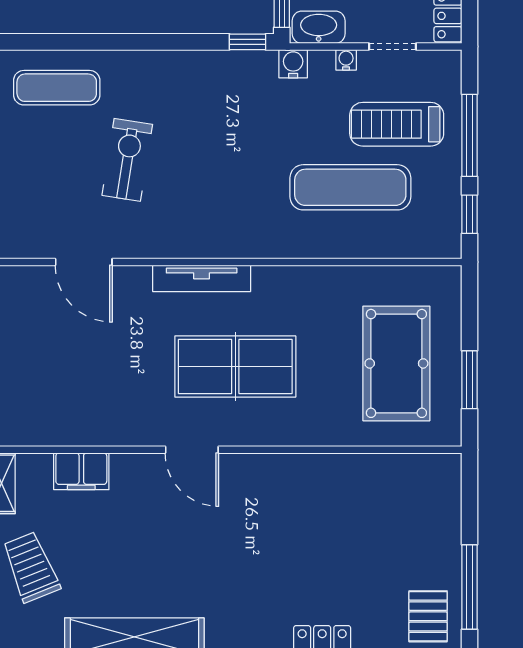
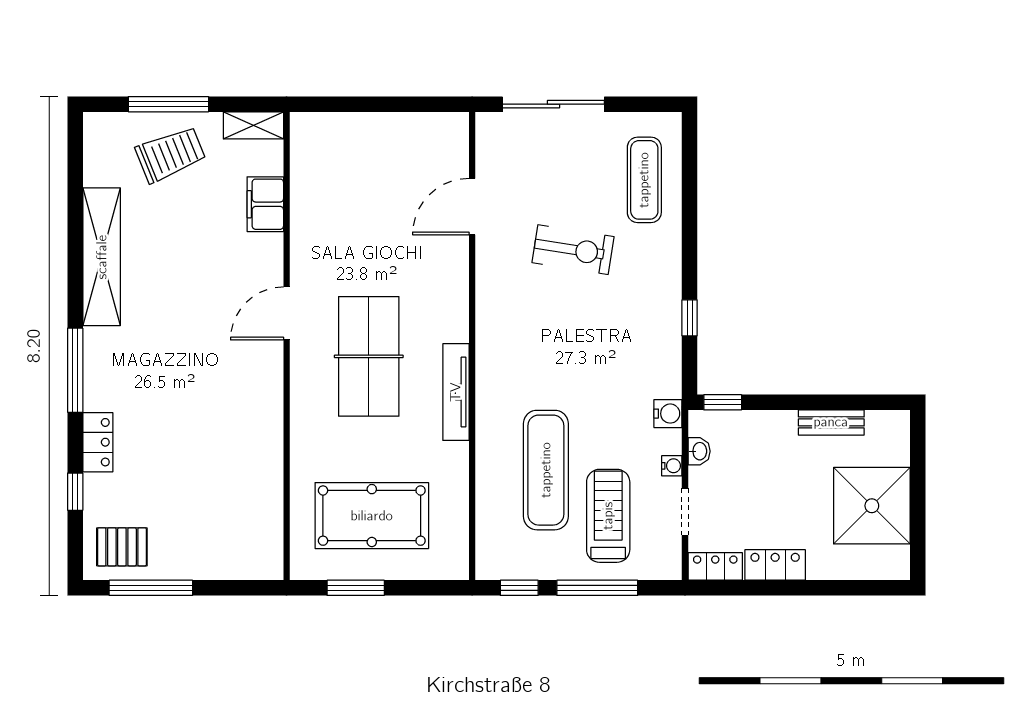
washbasin: (319, 27) -> (699, 451), width x0.52, depth x0.69
window: (247, 42) -> (690, 318), moved
tv unit: (202, 278) -> (456, 392), moved

